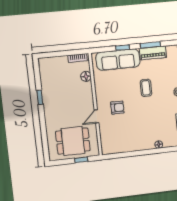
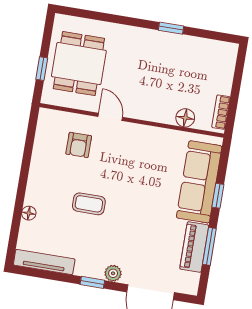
coffee table: (146, 88) -> (89, 204), moved
armchair: (117, 108) -> (79, 145), moved

